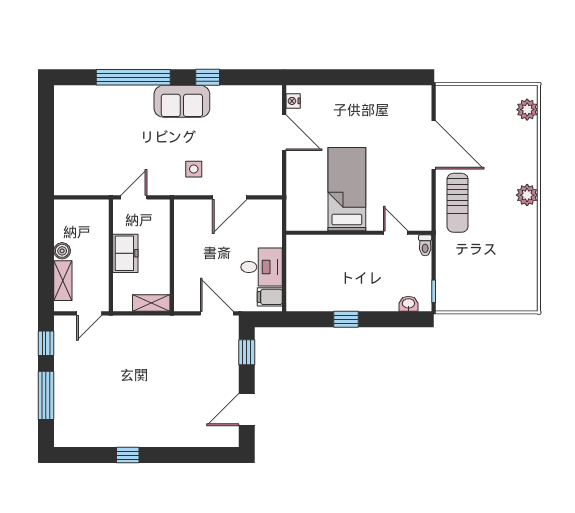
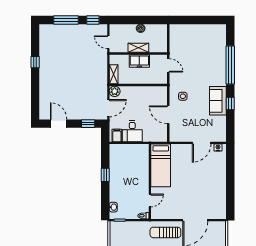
sofa: (182, 101) -> (218, 101), moved
bed: (347, 189) -> (161, 165), moved, turned 90
shelving: (63, 281) -> (138, 48), moved
plant: (184, 301) -> (115, 91), added

